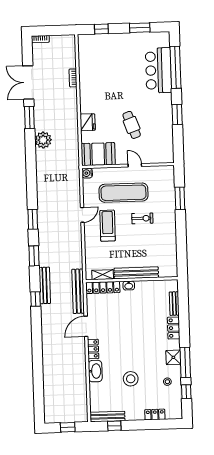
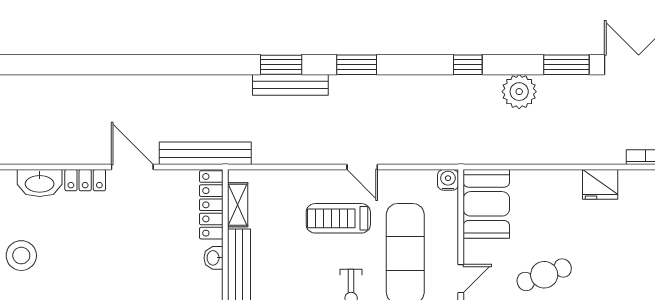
fridge: (88, 122) -> (600, 184), moved
treadmill: (108, 226) -> (338, 218), turned 180
bench: (45, 285) -> (290, 85), moved
window: (35, 299) -> (468, 65), moved

